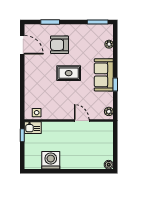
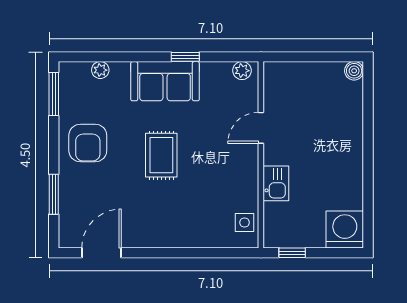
armchair: (60, 45) -> (88, 143), moved
kitchen sink: (33, 128) -> (276, 183), moved
washing machine: (51, 160) -> (345, 230), moved, turned 90

